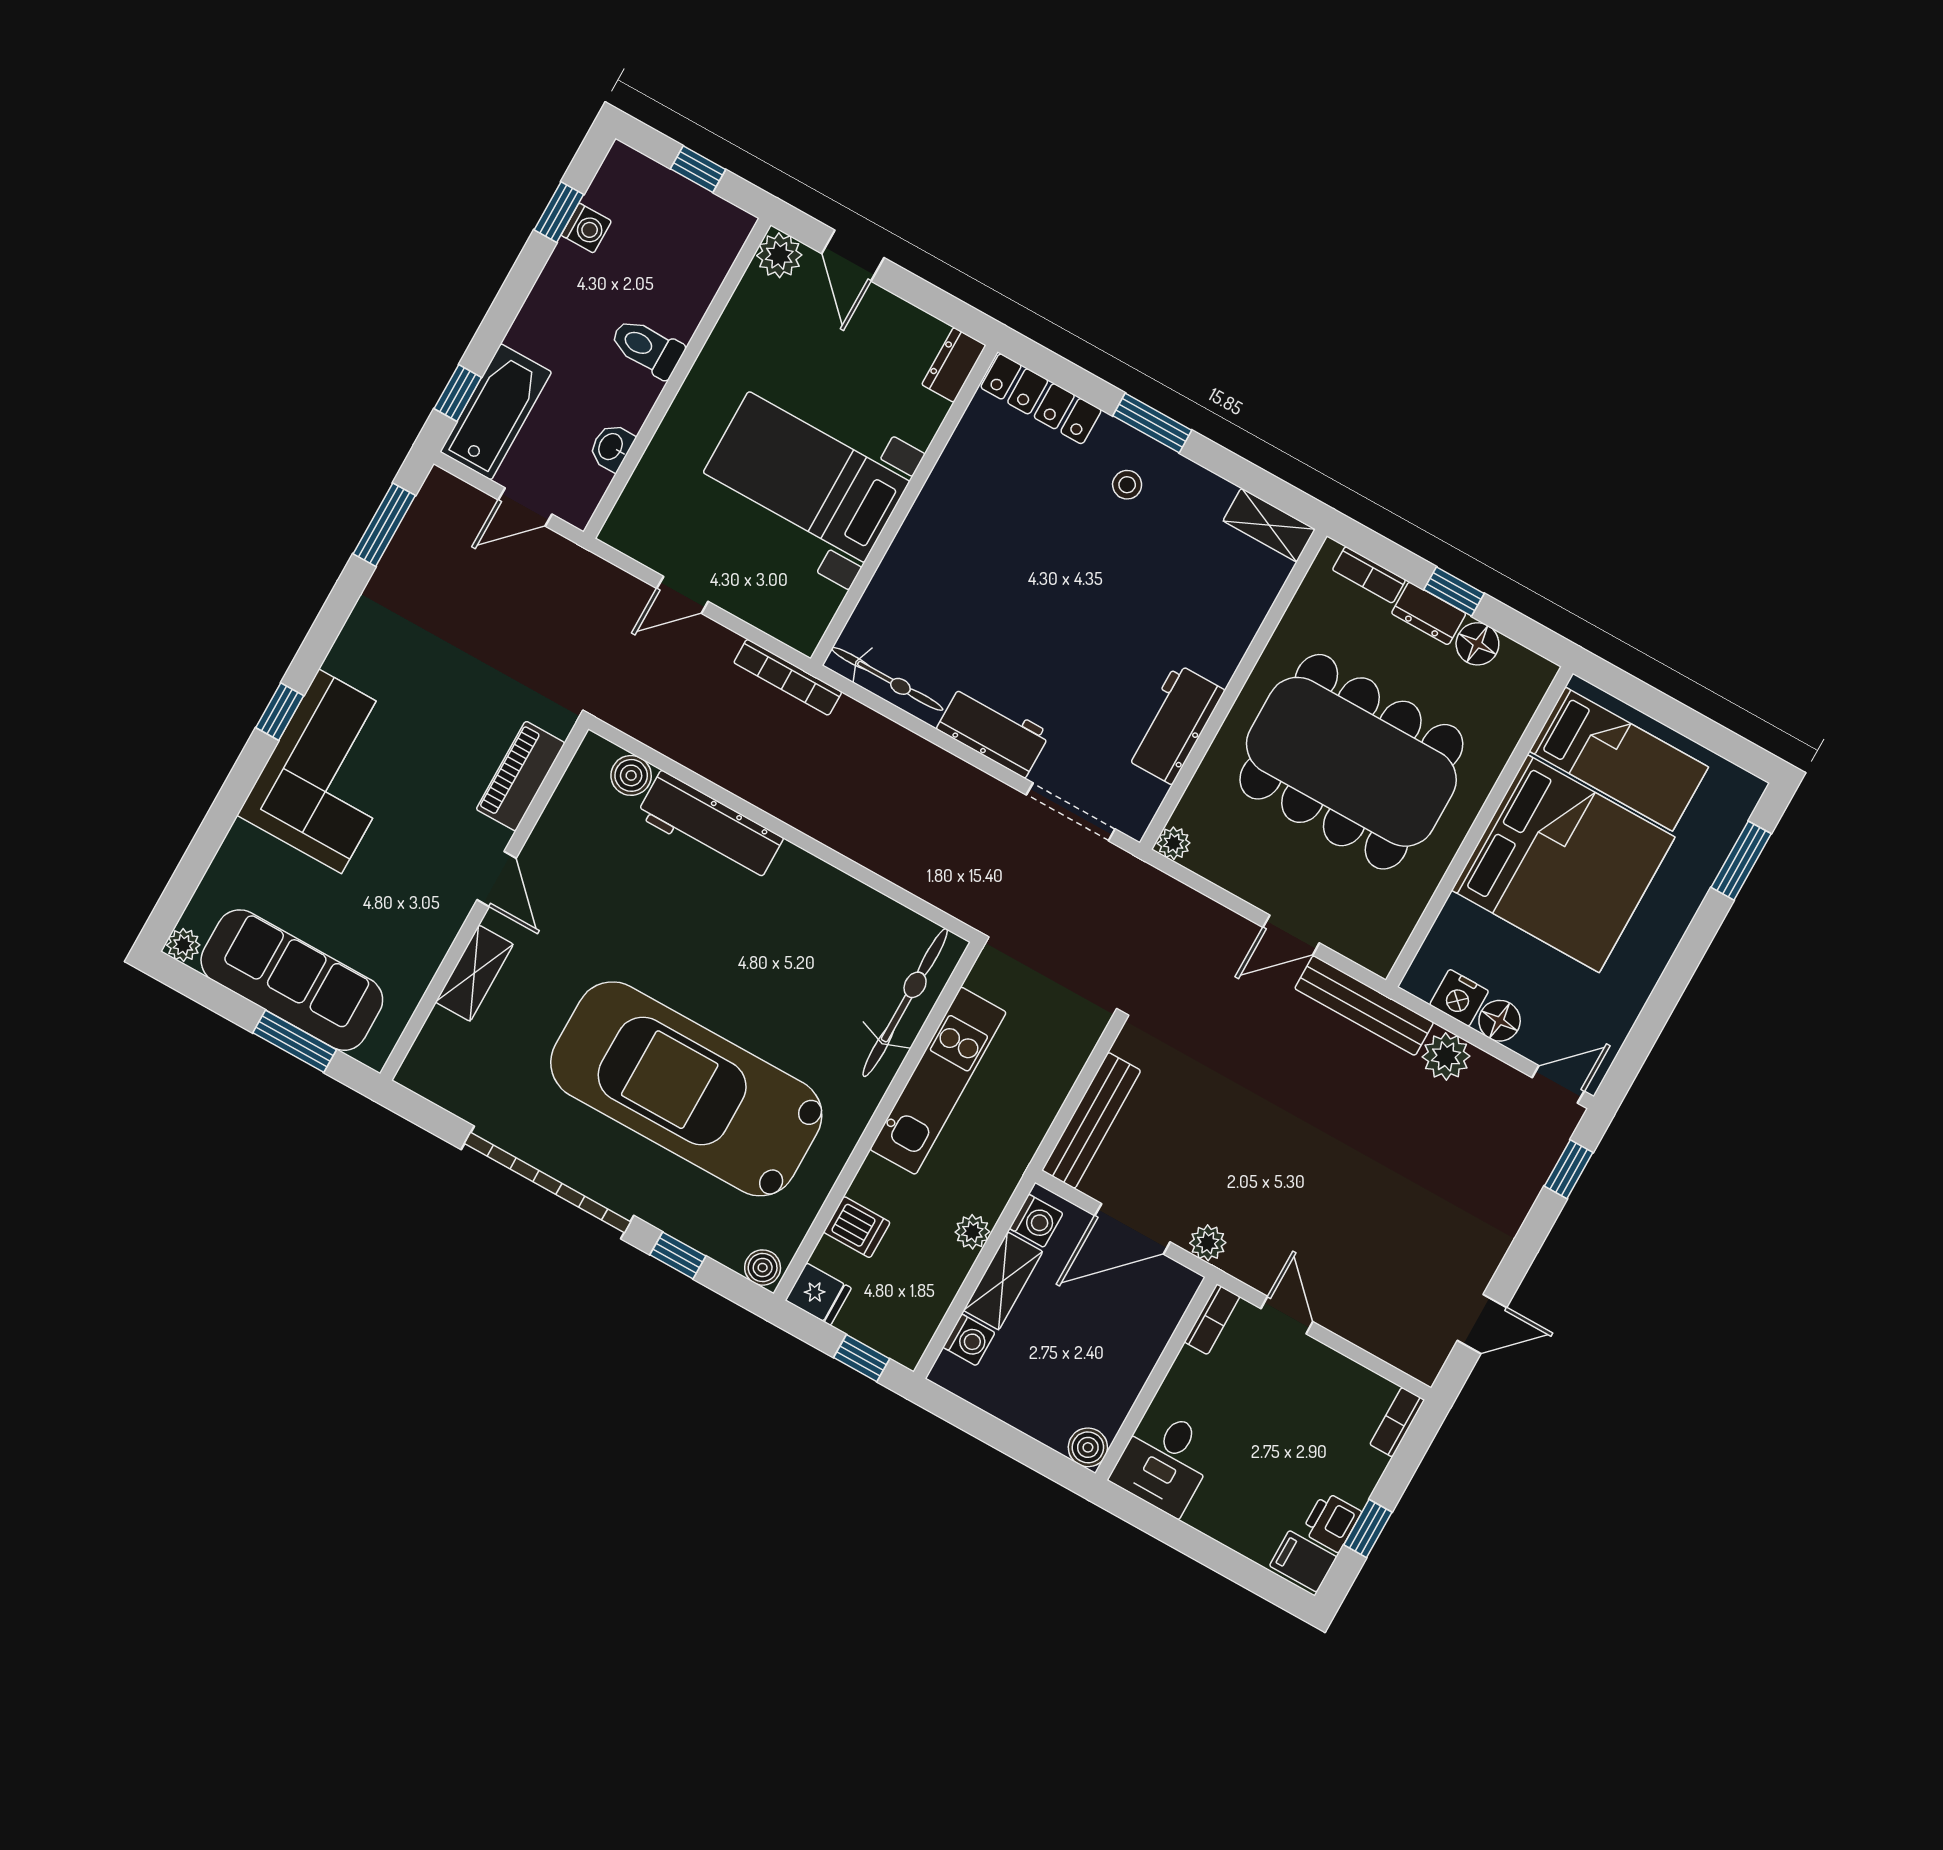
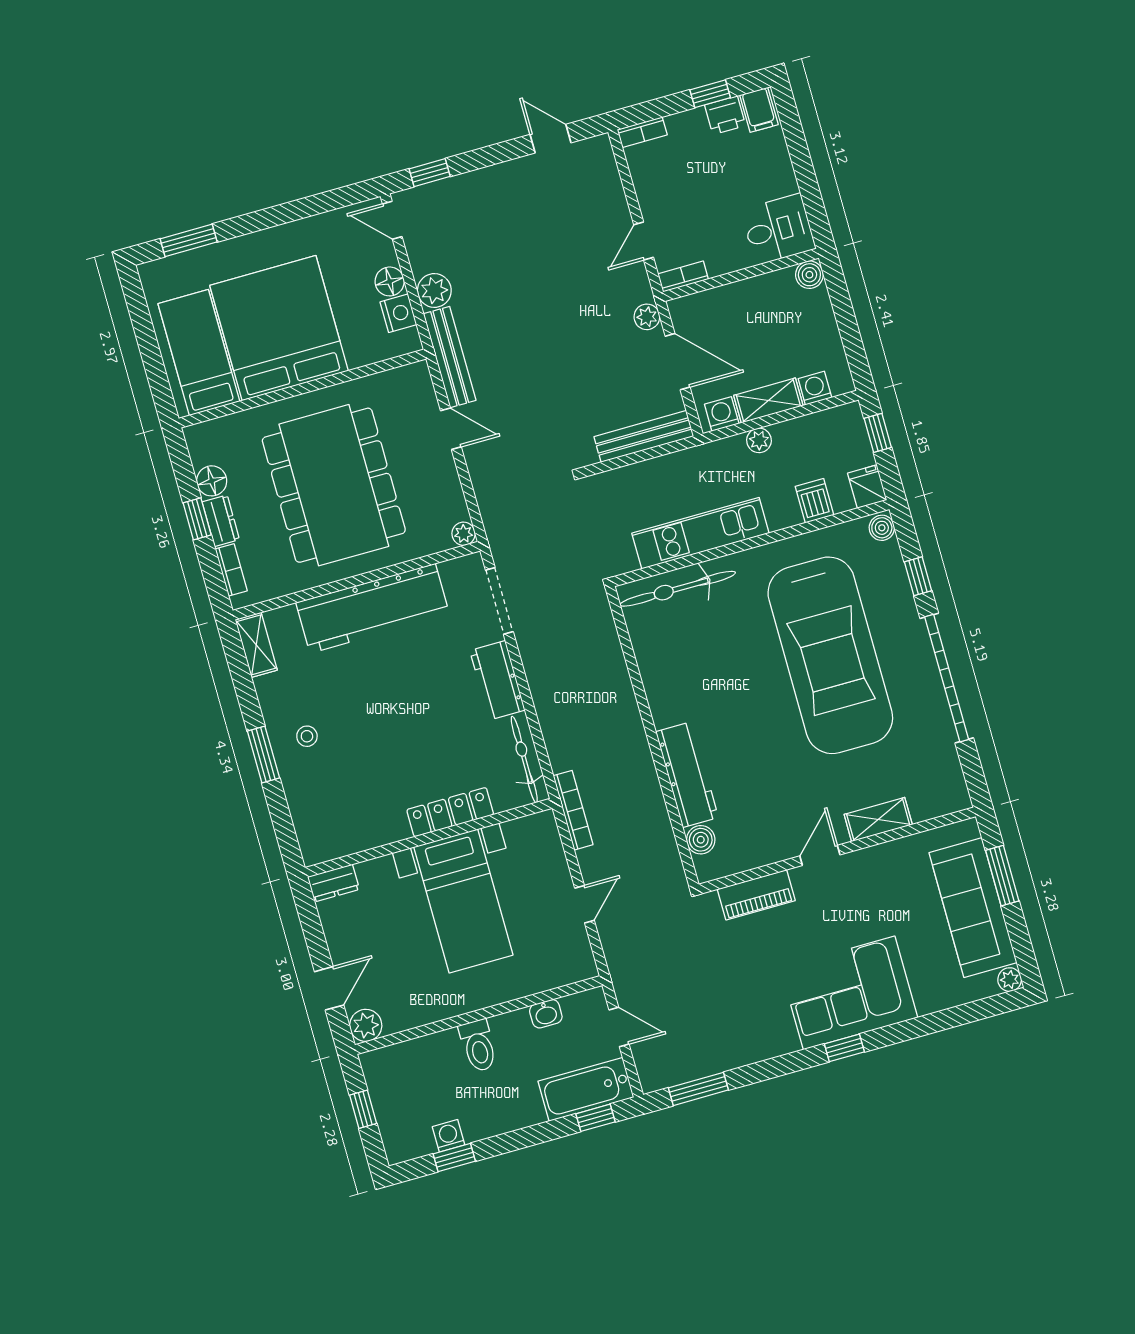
locker: (1041, 399) -> (450, 812), moved, turned -90
door: (682, 595) -> (584, 904), hinge flipped
workbench: (1174, 724) -> (373, 608), width x1.88, depth x1.32

